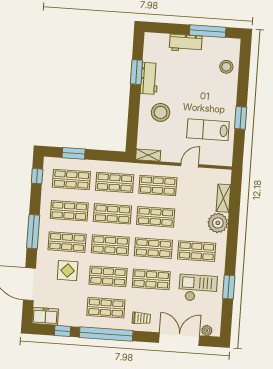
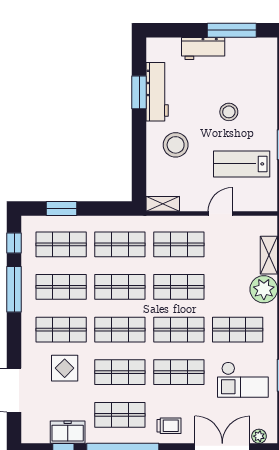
stool: (226, 67) -> (229, 112), moved
workbench: (149, 78) -> (157, 92), width x1.38
window: (33, 232) -> (14, 289), moved
checkout: (198, 288) -> (243, 380), turned 180
freezer: (45, 316) -> (68, 432), moved

